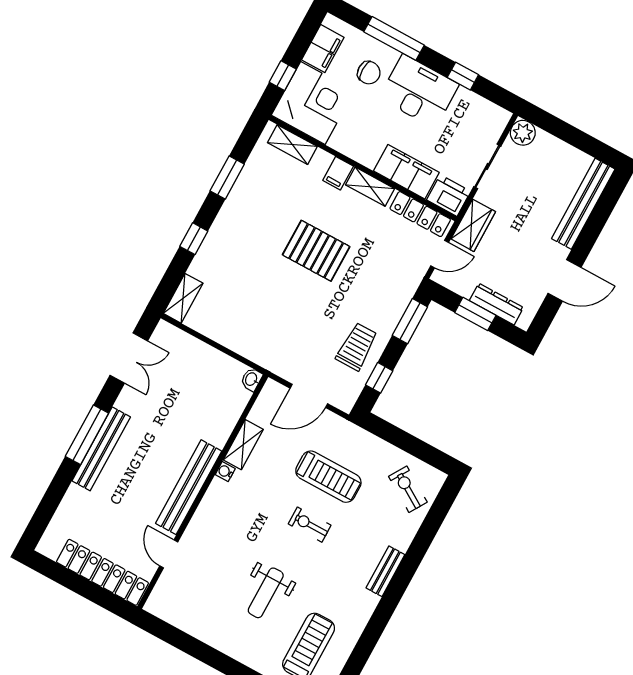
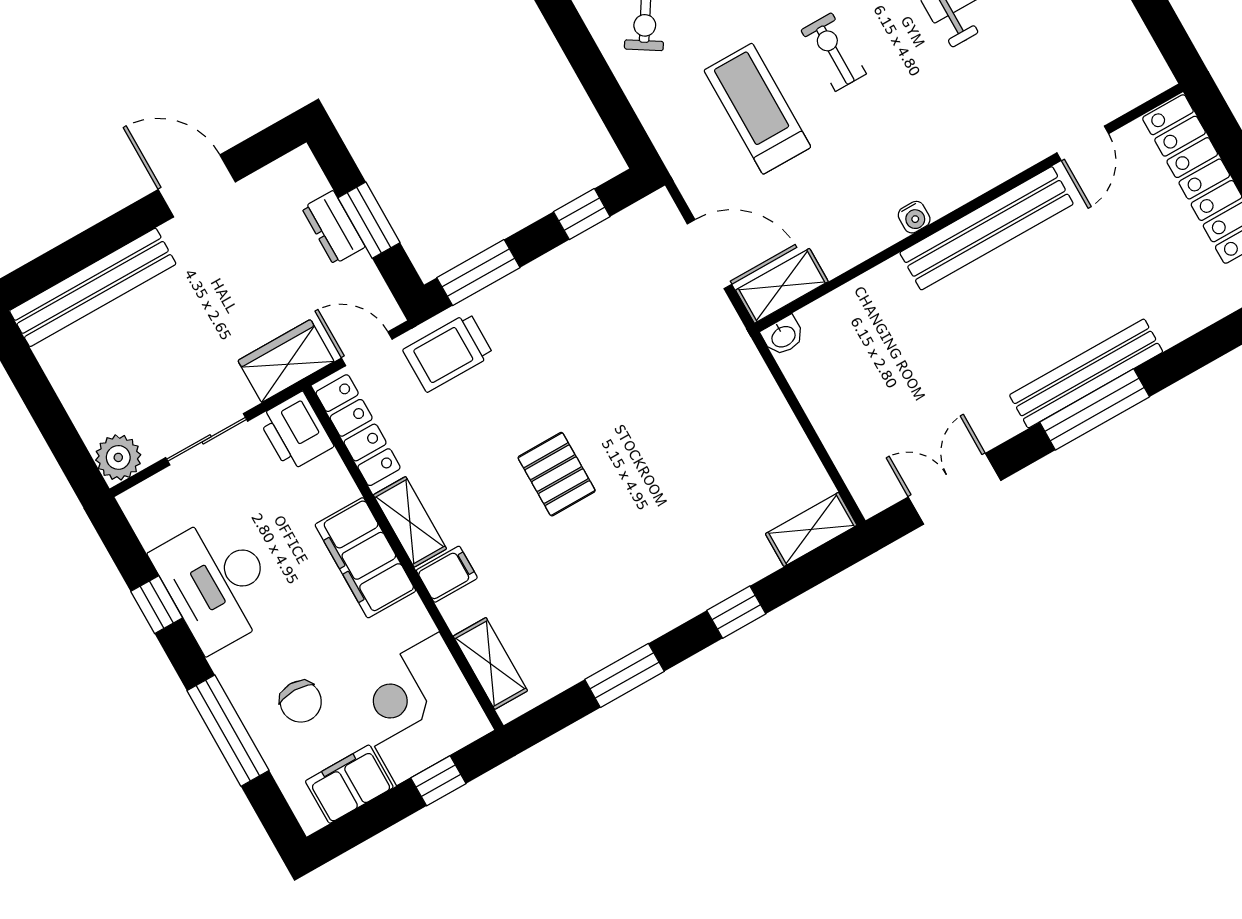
chair: (369, 73) -> (301, 702), turned 180
desk: (419, 91) -> (217, 582), moved
filing cabinet: (406, 172) -> (365, 558), moved
pallet: (316, 251) -> (557, 474), width x0.67, depth x0.71
dresser: (496, 304) -> (333, 227), width x0.70
trolley: (357, 347) -> (448, 352), moved
shelving: (243, 445) -> (782, 286), moved
exercise bike: (310, 525) -> (834, 52), turned 180

